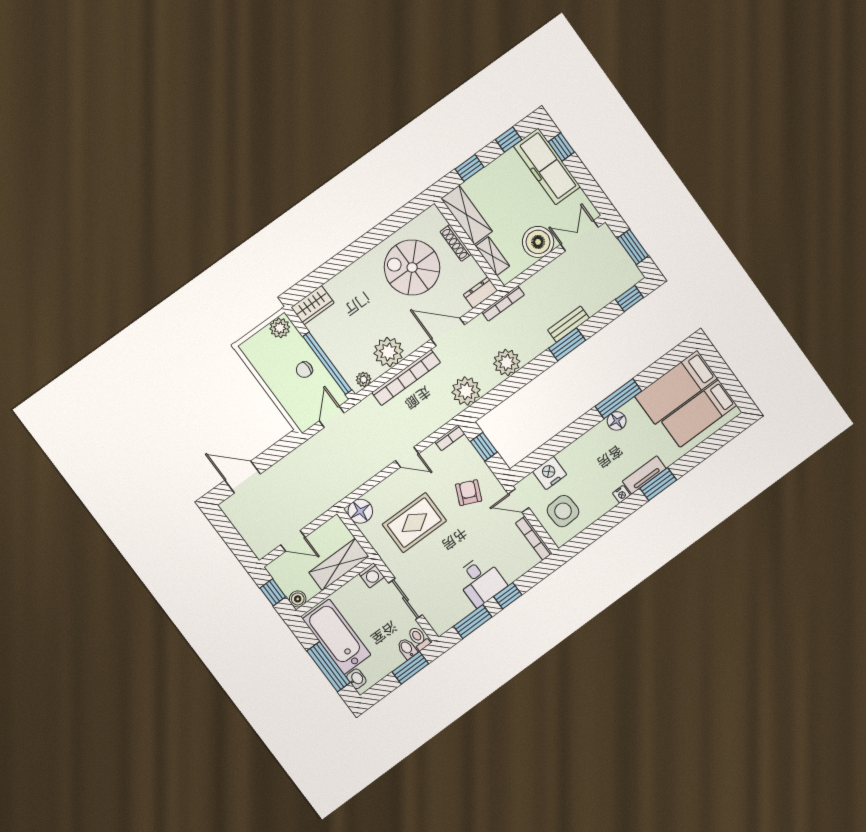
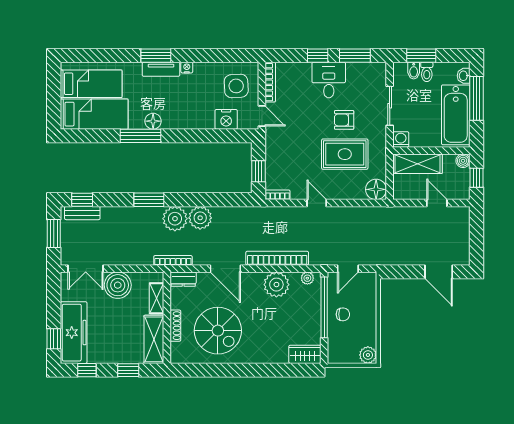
bench: (569, 324) -> (82, 213), moved
plant: (280, 328) -> (368, 355), moved
plant: (466, 391) -> (175, 219), moved
armchair: (469, 493) -> (344, 120), moved, turned 66
toilet: (419, 638) -> (427, 72), moved

